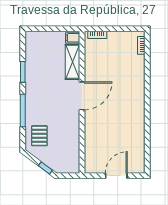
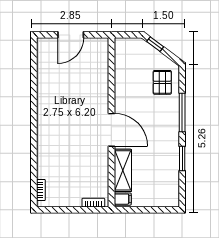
door: (82, 96) -> (112, 130), swing flipped

